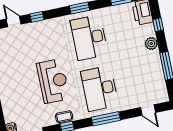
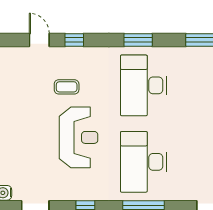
coffee table: (64, 117) -> (67, 87), moved

